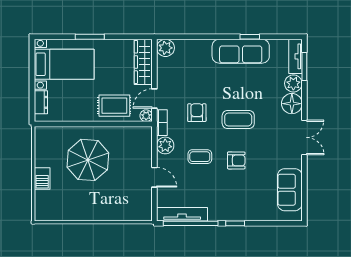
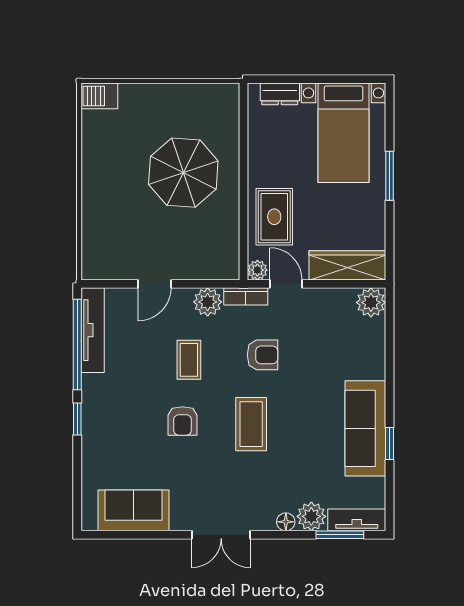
floor lamp: (292, 104) -> (286, 522), width x0.53, depth x0.53
barbecue: (42, 179) -> (99, 96), moved

